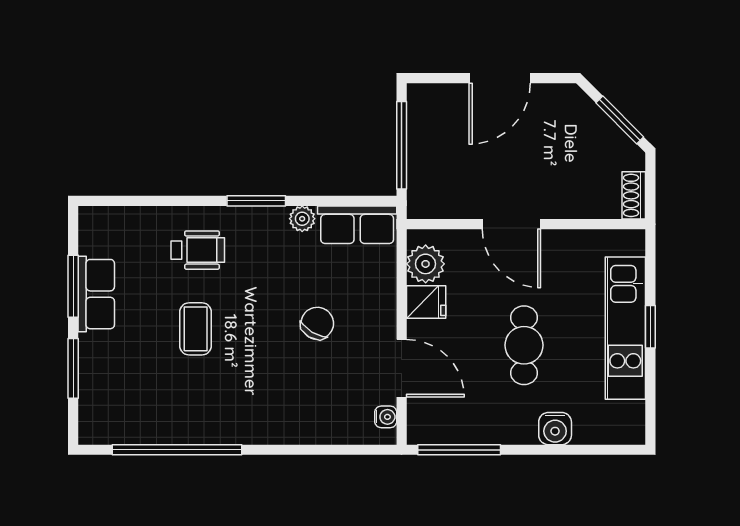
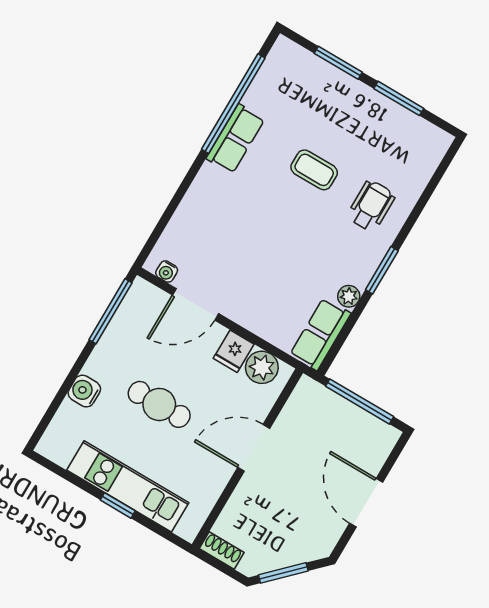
wheelchair: (198, 250) -> (371, 206), turned 180
row of seats: (96, 294) -> (235, 139), moved, turned -90
chair: (317, 323) -> (265, 262), removed

